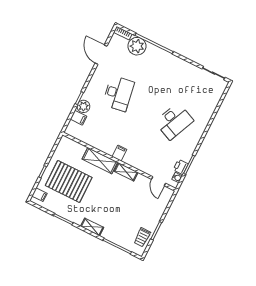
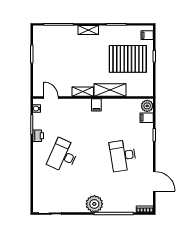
plant: (137, 46) -> (94, 204), moved
plant: (83, 106) -> (147, 106), moved
printer: (181, 167) -> (38, 136), moved
trolley: (142, 237) -> (41, 43), removed

